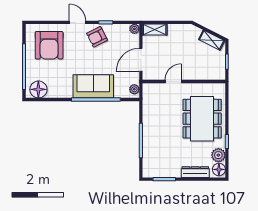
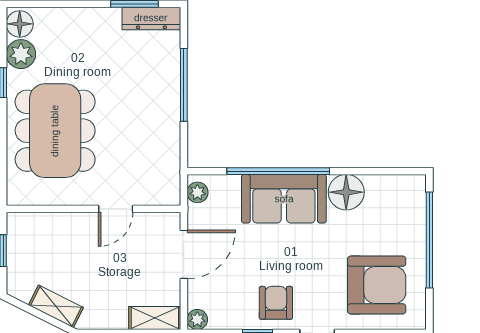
armchair: (97, 37) -> (276, 303), turned -63
shelving: (212, 40) -> (56, 306), moved
armchair: (49, 45) -> (377, 285), turned 90
floor lamp: (38, 89) -> (346, 192), moved
dresser: (195, 172) -> (151, 18), moved

